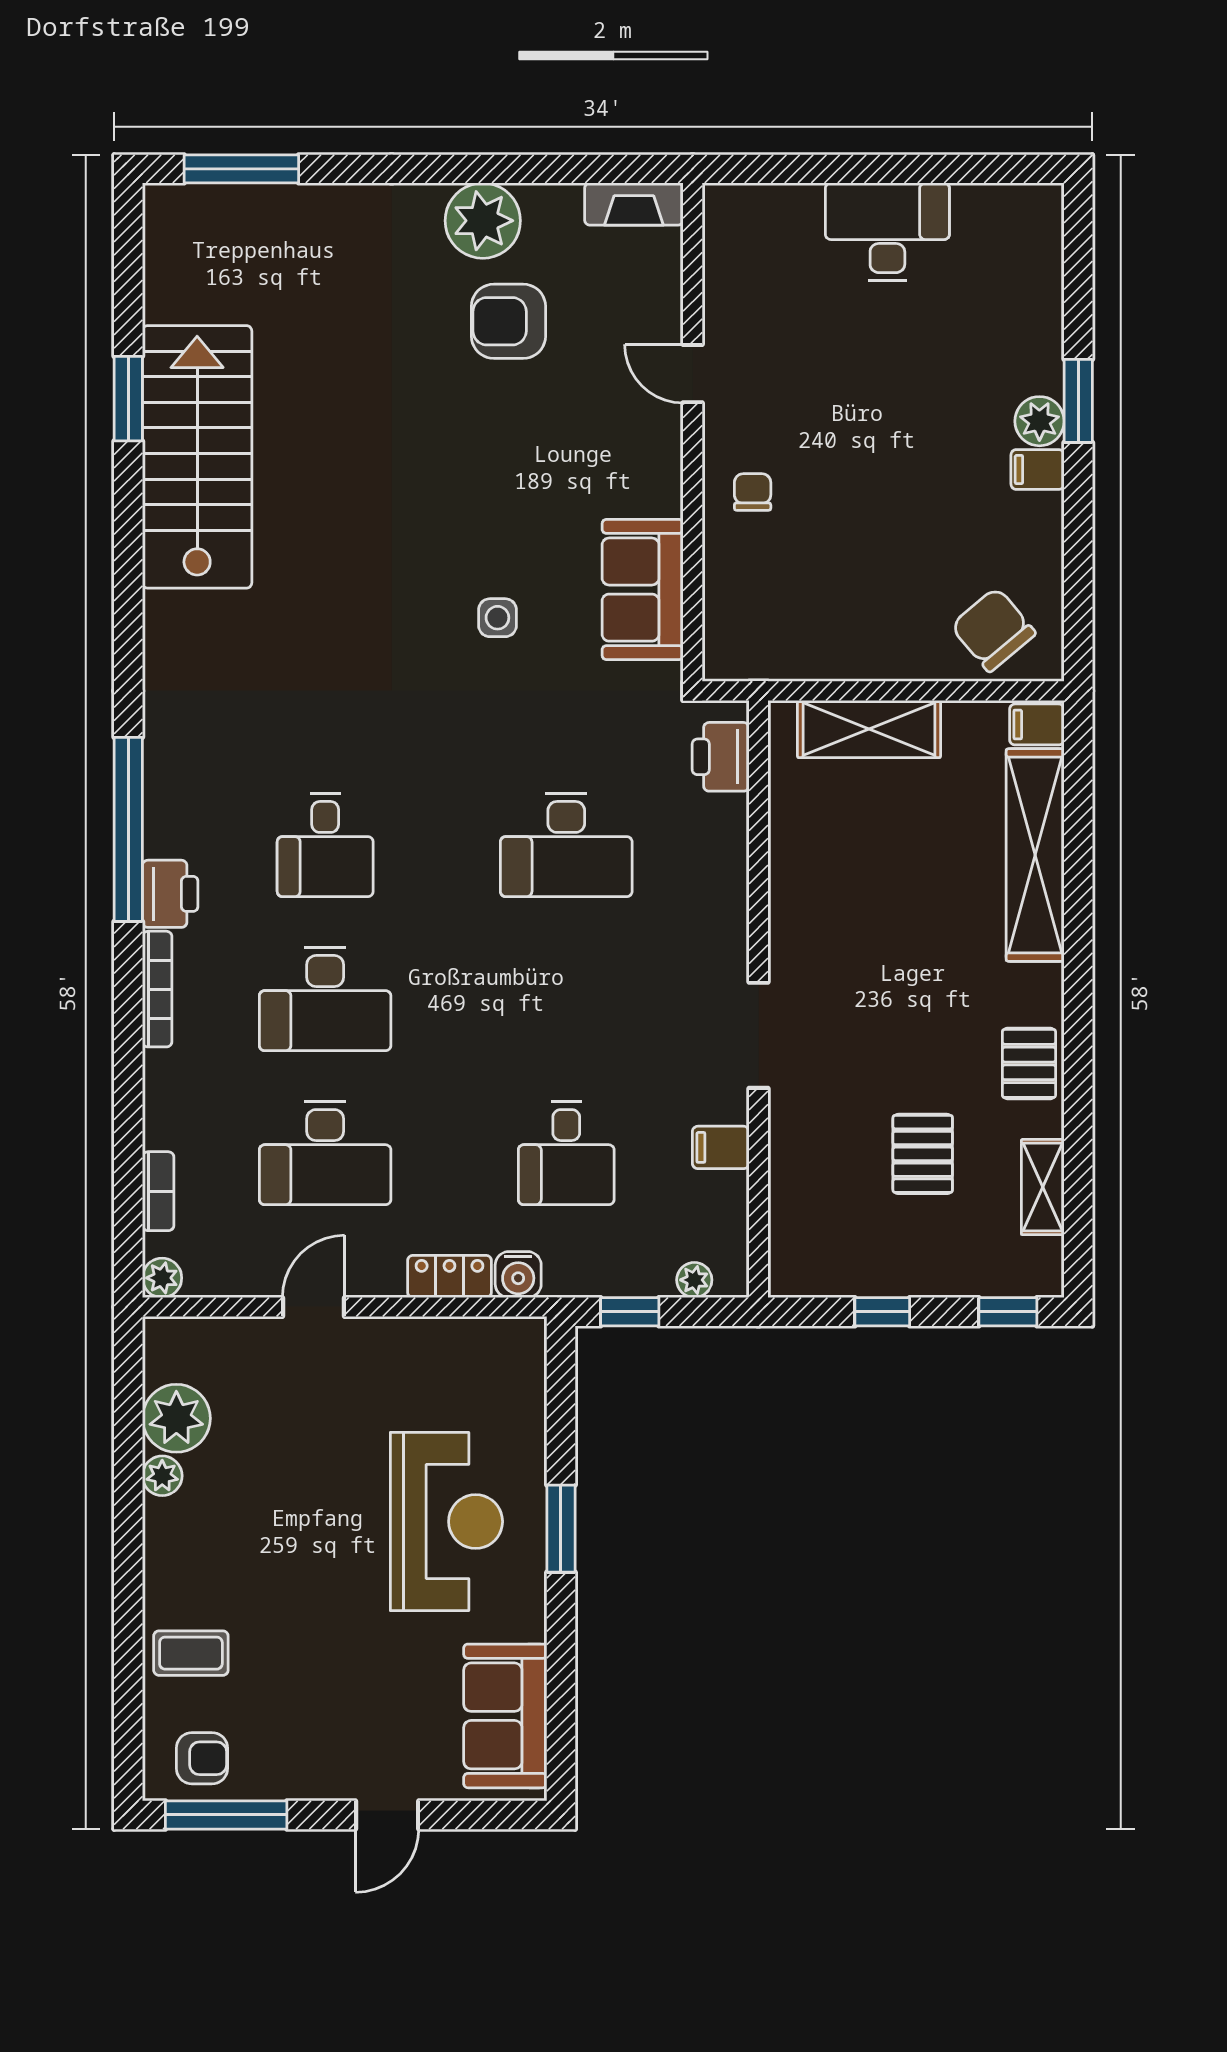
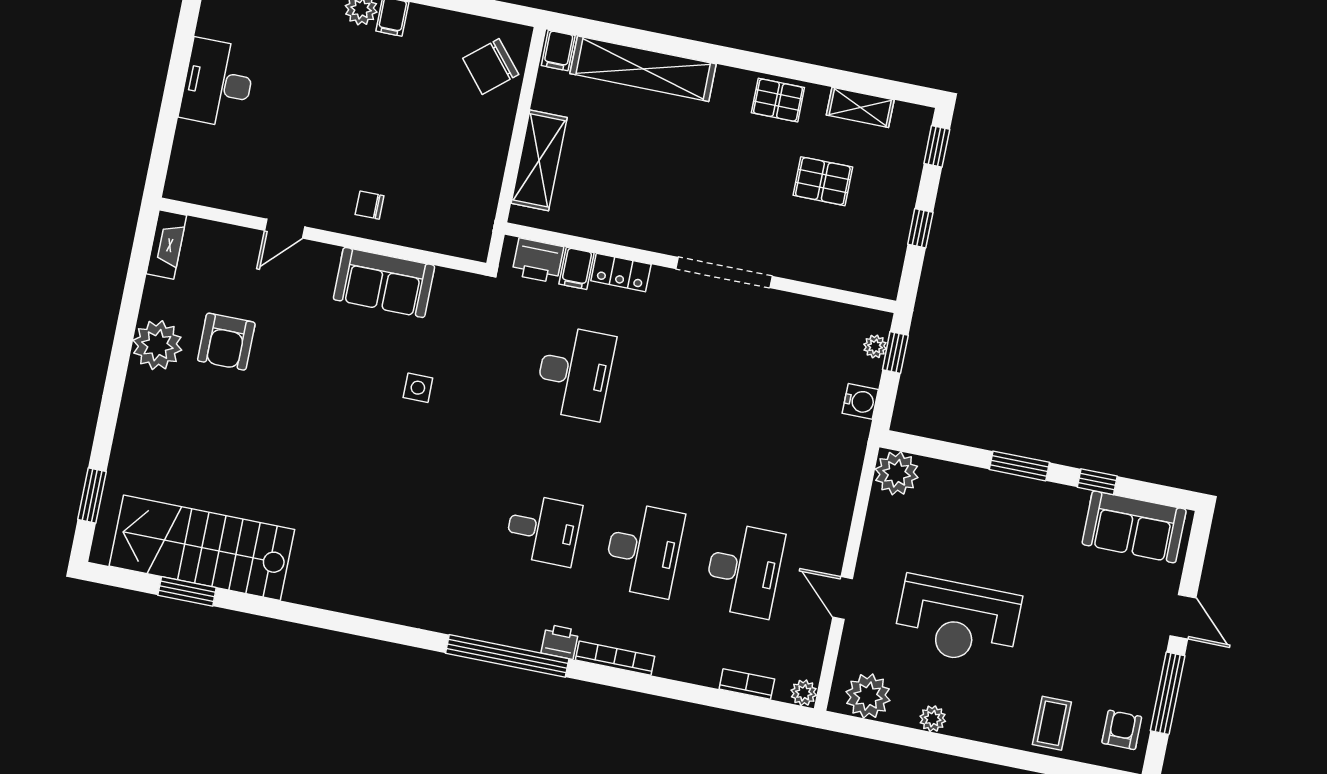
window: (241, 169) -> (92, 496), width x0.69
window: (128, 399) -> (187, 591), moved
stairs: (197, 457) -> (202, 548), moved
sofa: (643, 590) -> (384, 282), moved
printer: (170, 894) -> (560, 642), width x0.73, depth x0.81
doorway: (758, 1035) -> (724, 273), width x1.36
filing cabinet: (721, 1147) -> (576, 268), moved
desk: (566, 1153) -> (776, 413), removed
water cooler: (518, 1275) -> (860, 401), moved
locker: (449, 1276) -> (621, 272), moved, turned -90
window: (630, 1312) -> (895, 353), moved
plant: (514, 1350) -> (897, 473), added
plant: (176, 1418) -> (868, 696), moved
reception desk: (446, 1522) -> (957, 621), moved, turned 180
window: (561, 1648) -> (1097, 482), added
window: (226, 1815) -> (1168, 693), moved

